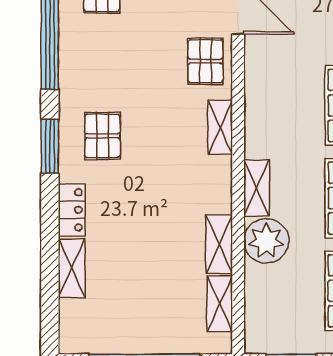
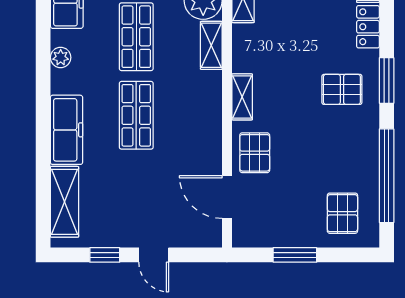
pallet: (102, 136) -> (342, 89), turned 90

